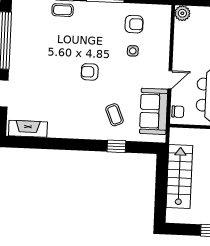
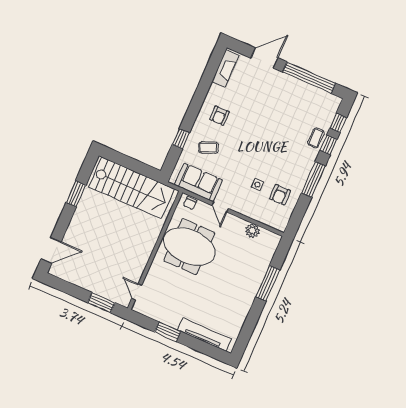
plant: (182, 13) -> (252, 231), moved
armchair: (90, 72) -> (220, 116), moved, turned 180
stairs: (179, 176) -> (132, 188), width x1.36, depth x1.51

